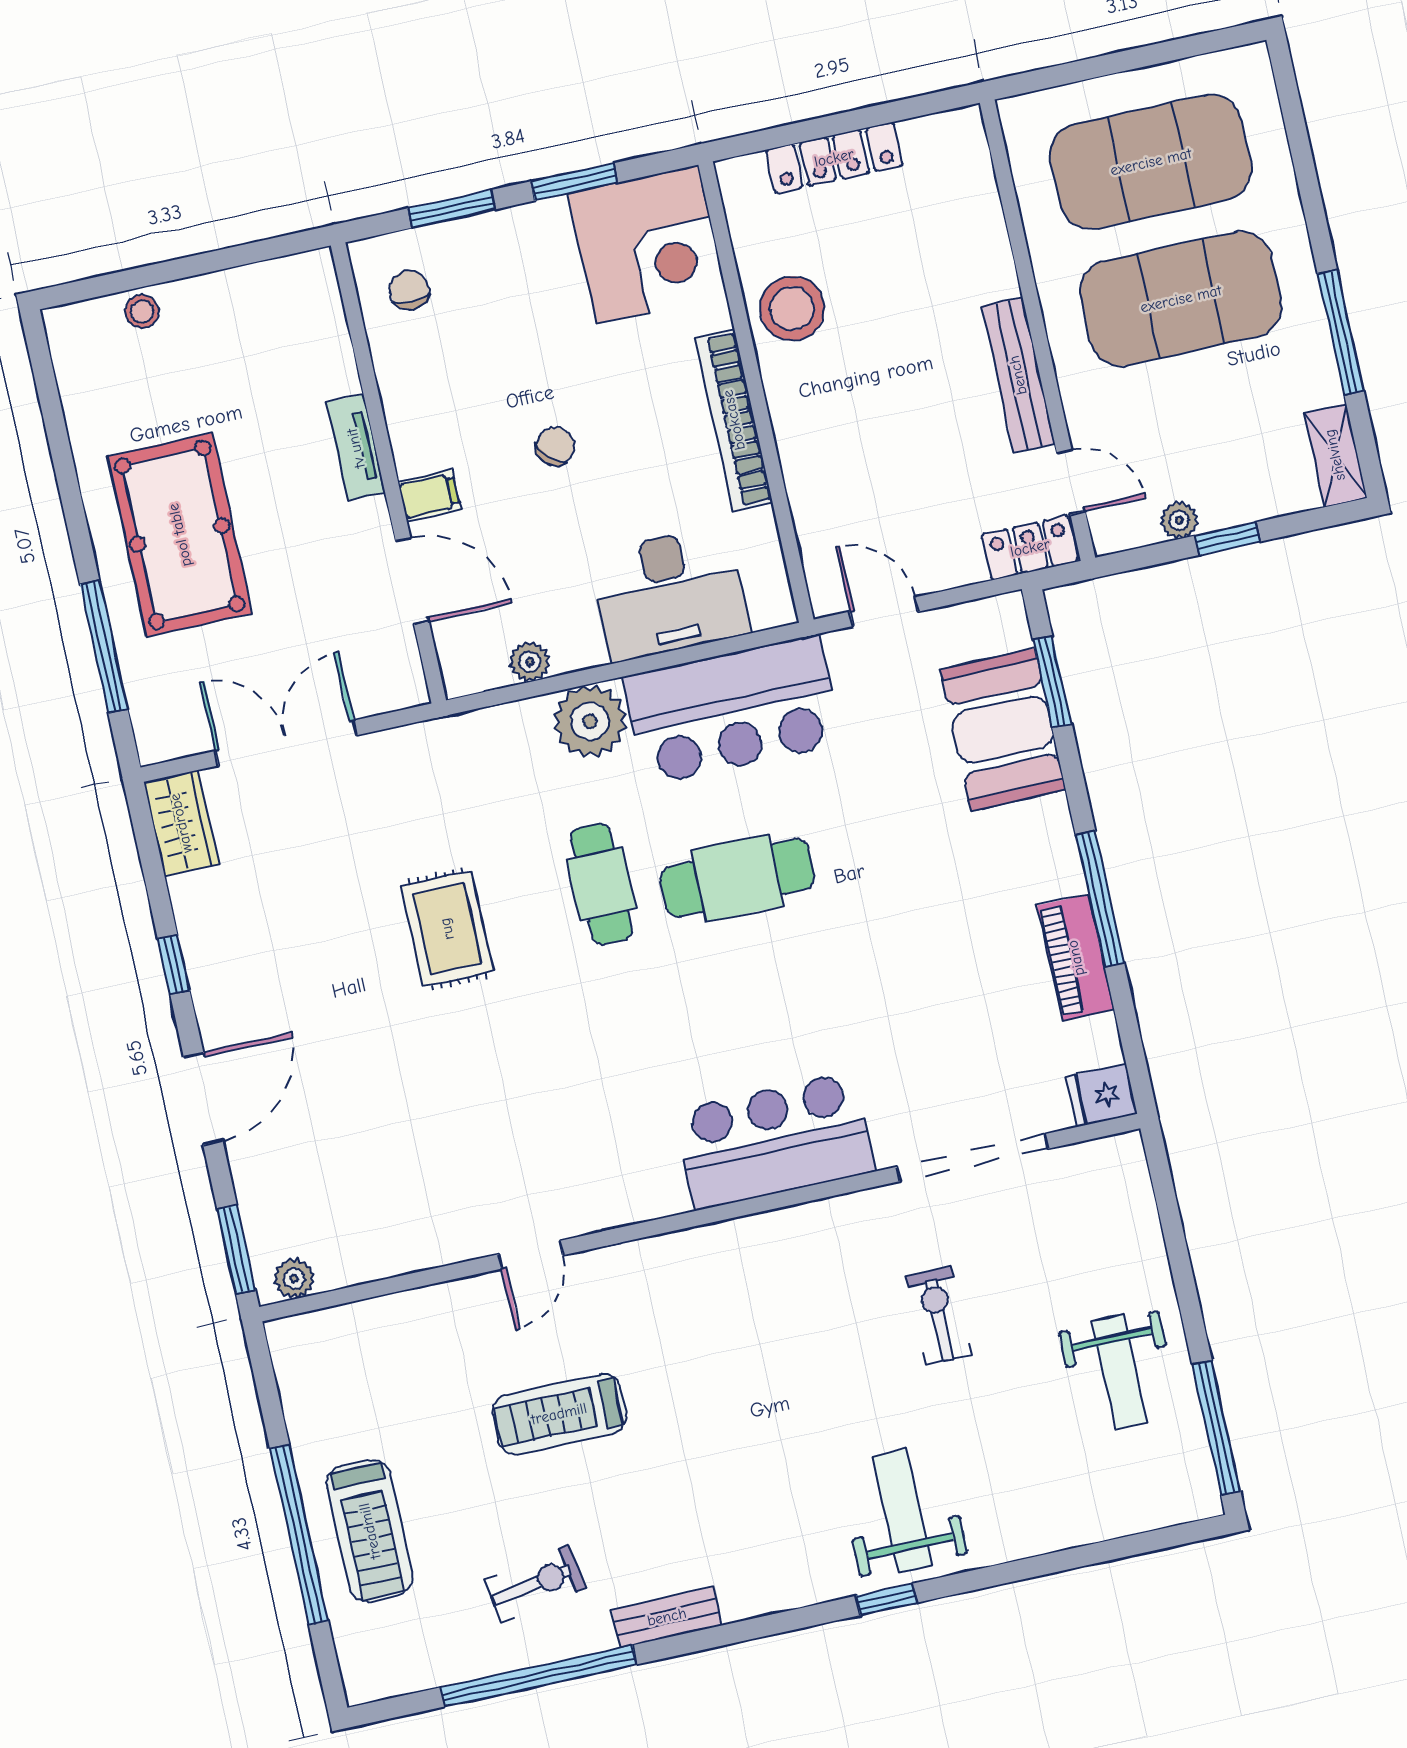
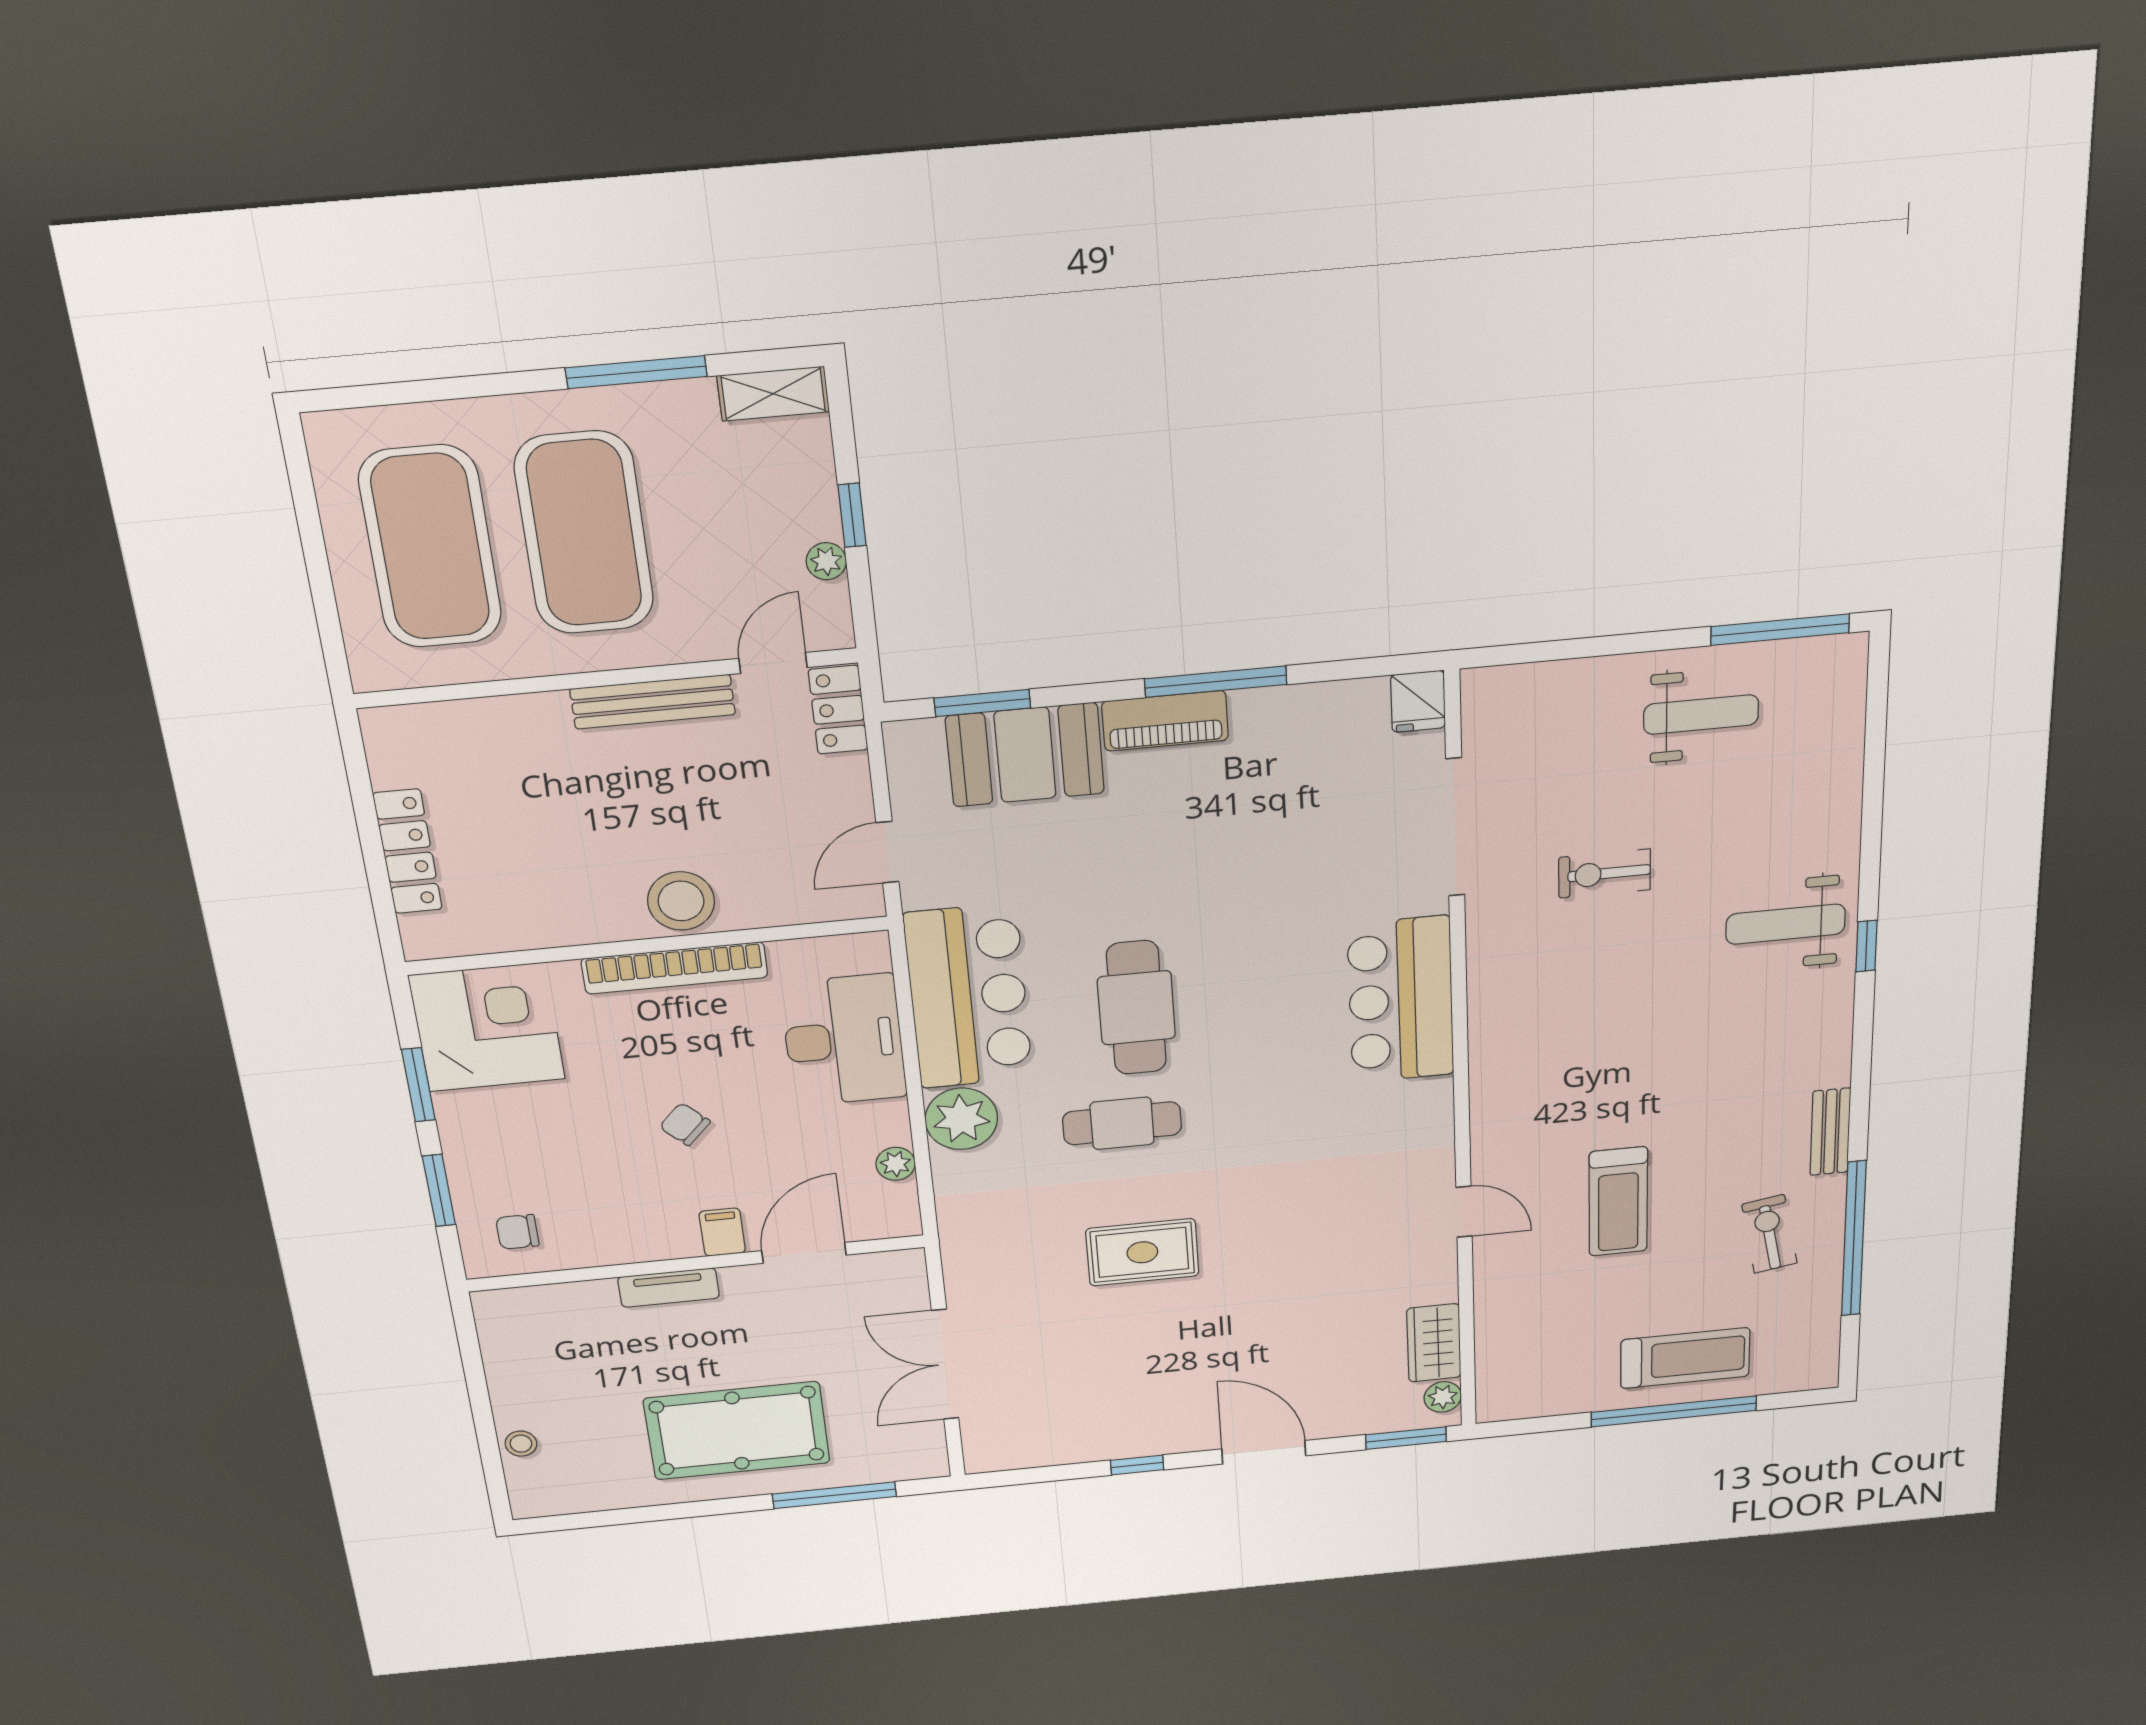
stool: (792, 308) -> (681, 901), moved
wardrobe: (181, 823) -> (1434, 1343), moved, turned -90
piano: (1076, 958) -> (1165, 721), moved

